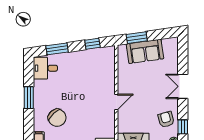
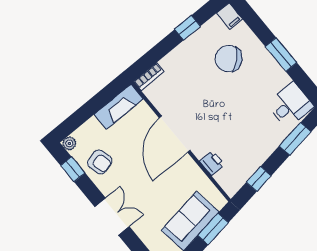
printer: (109, 72) -> (212, 163), added
door: (116, 102) -> (175, 134), width x1.88

